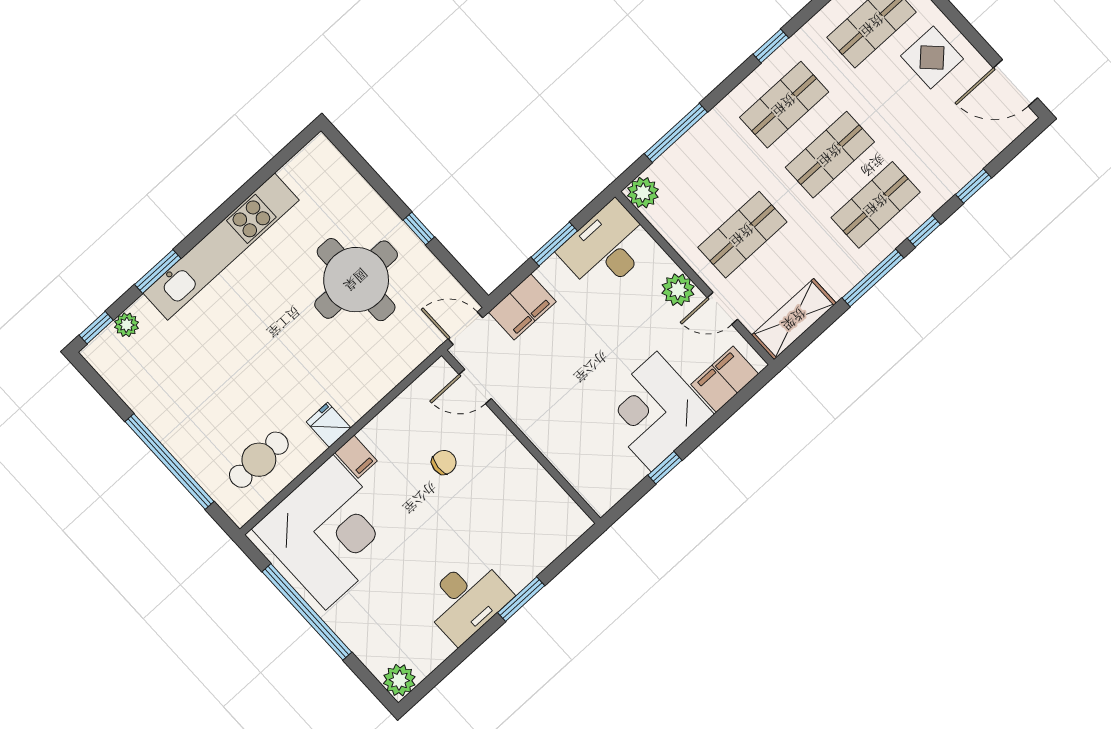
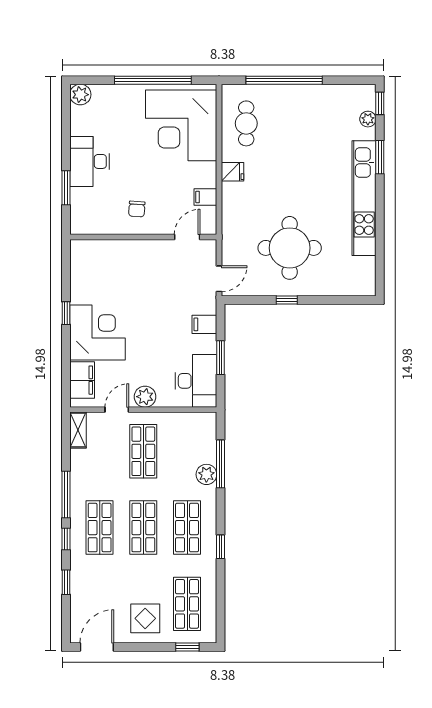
plant: (643, 193) -> (206, 474), moved
filing cabinet: (522, 307) -> (204, 324), width x0.50
shelving: (794, 319) -> (78, 430), width x0.67, depth x0.75
door: (475, 387) -> (187, 237), moved
wall: (521, 437) -> (143, 237), moved
filing cabinet: (356, 457) -> (205, 197), moved
chair: (444, 462) -> (137, 209), moved

